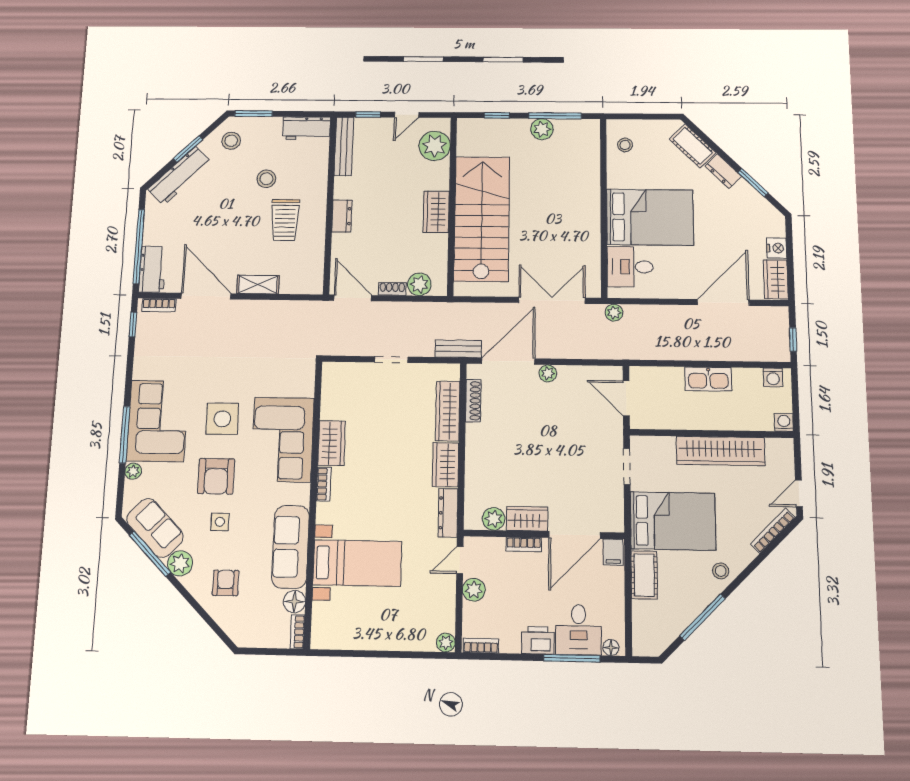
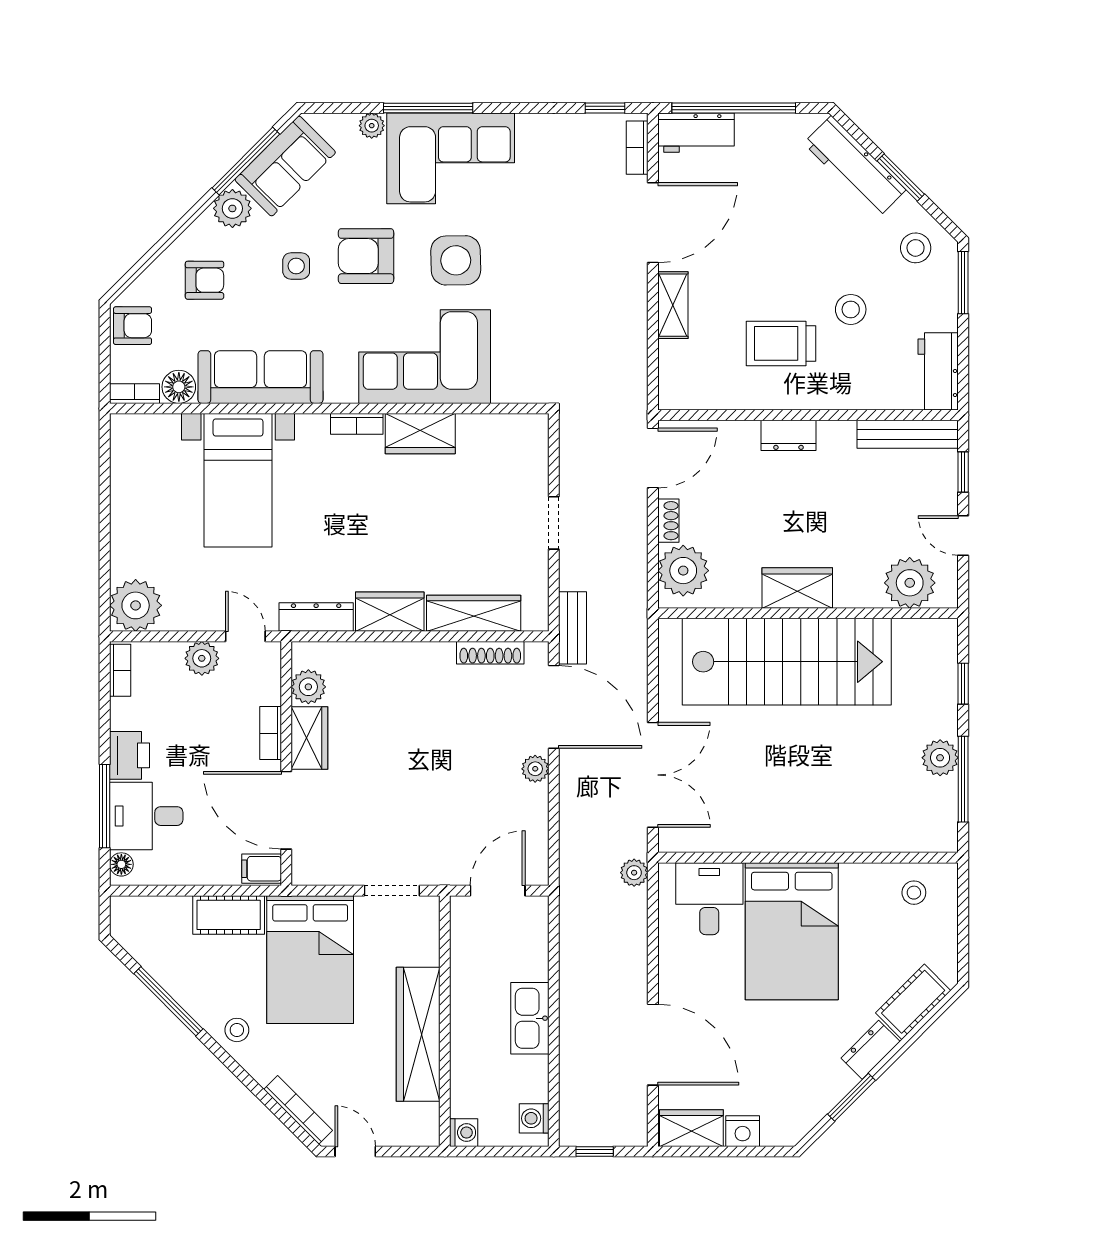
plant: (419, 284) -> (683, 571), width x1.36, depth x1.36
armchair: (253, 632) -> (133, 326), added
plant: (446, 643) -> (136, 605), width x1.88, depth x1.88

